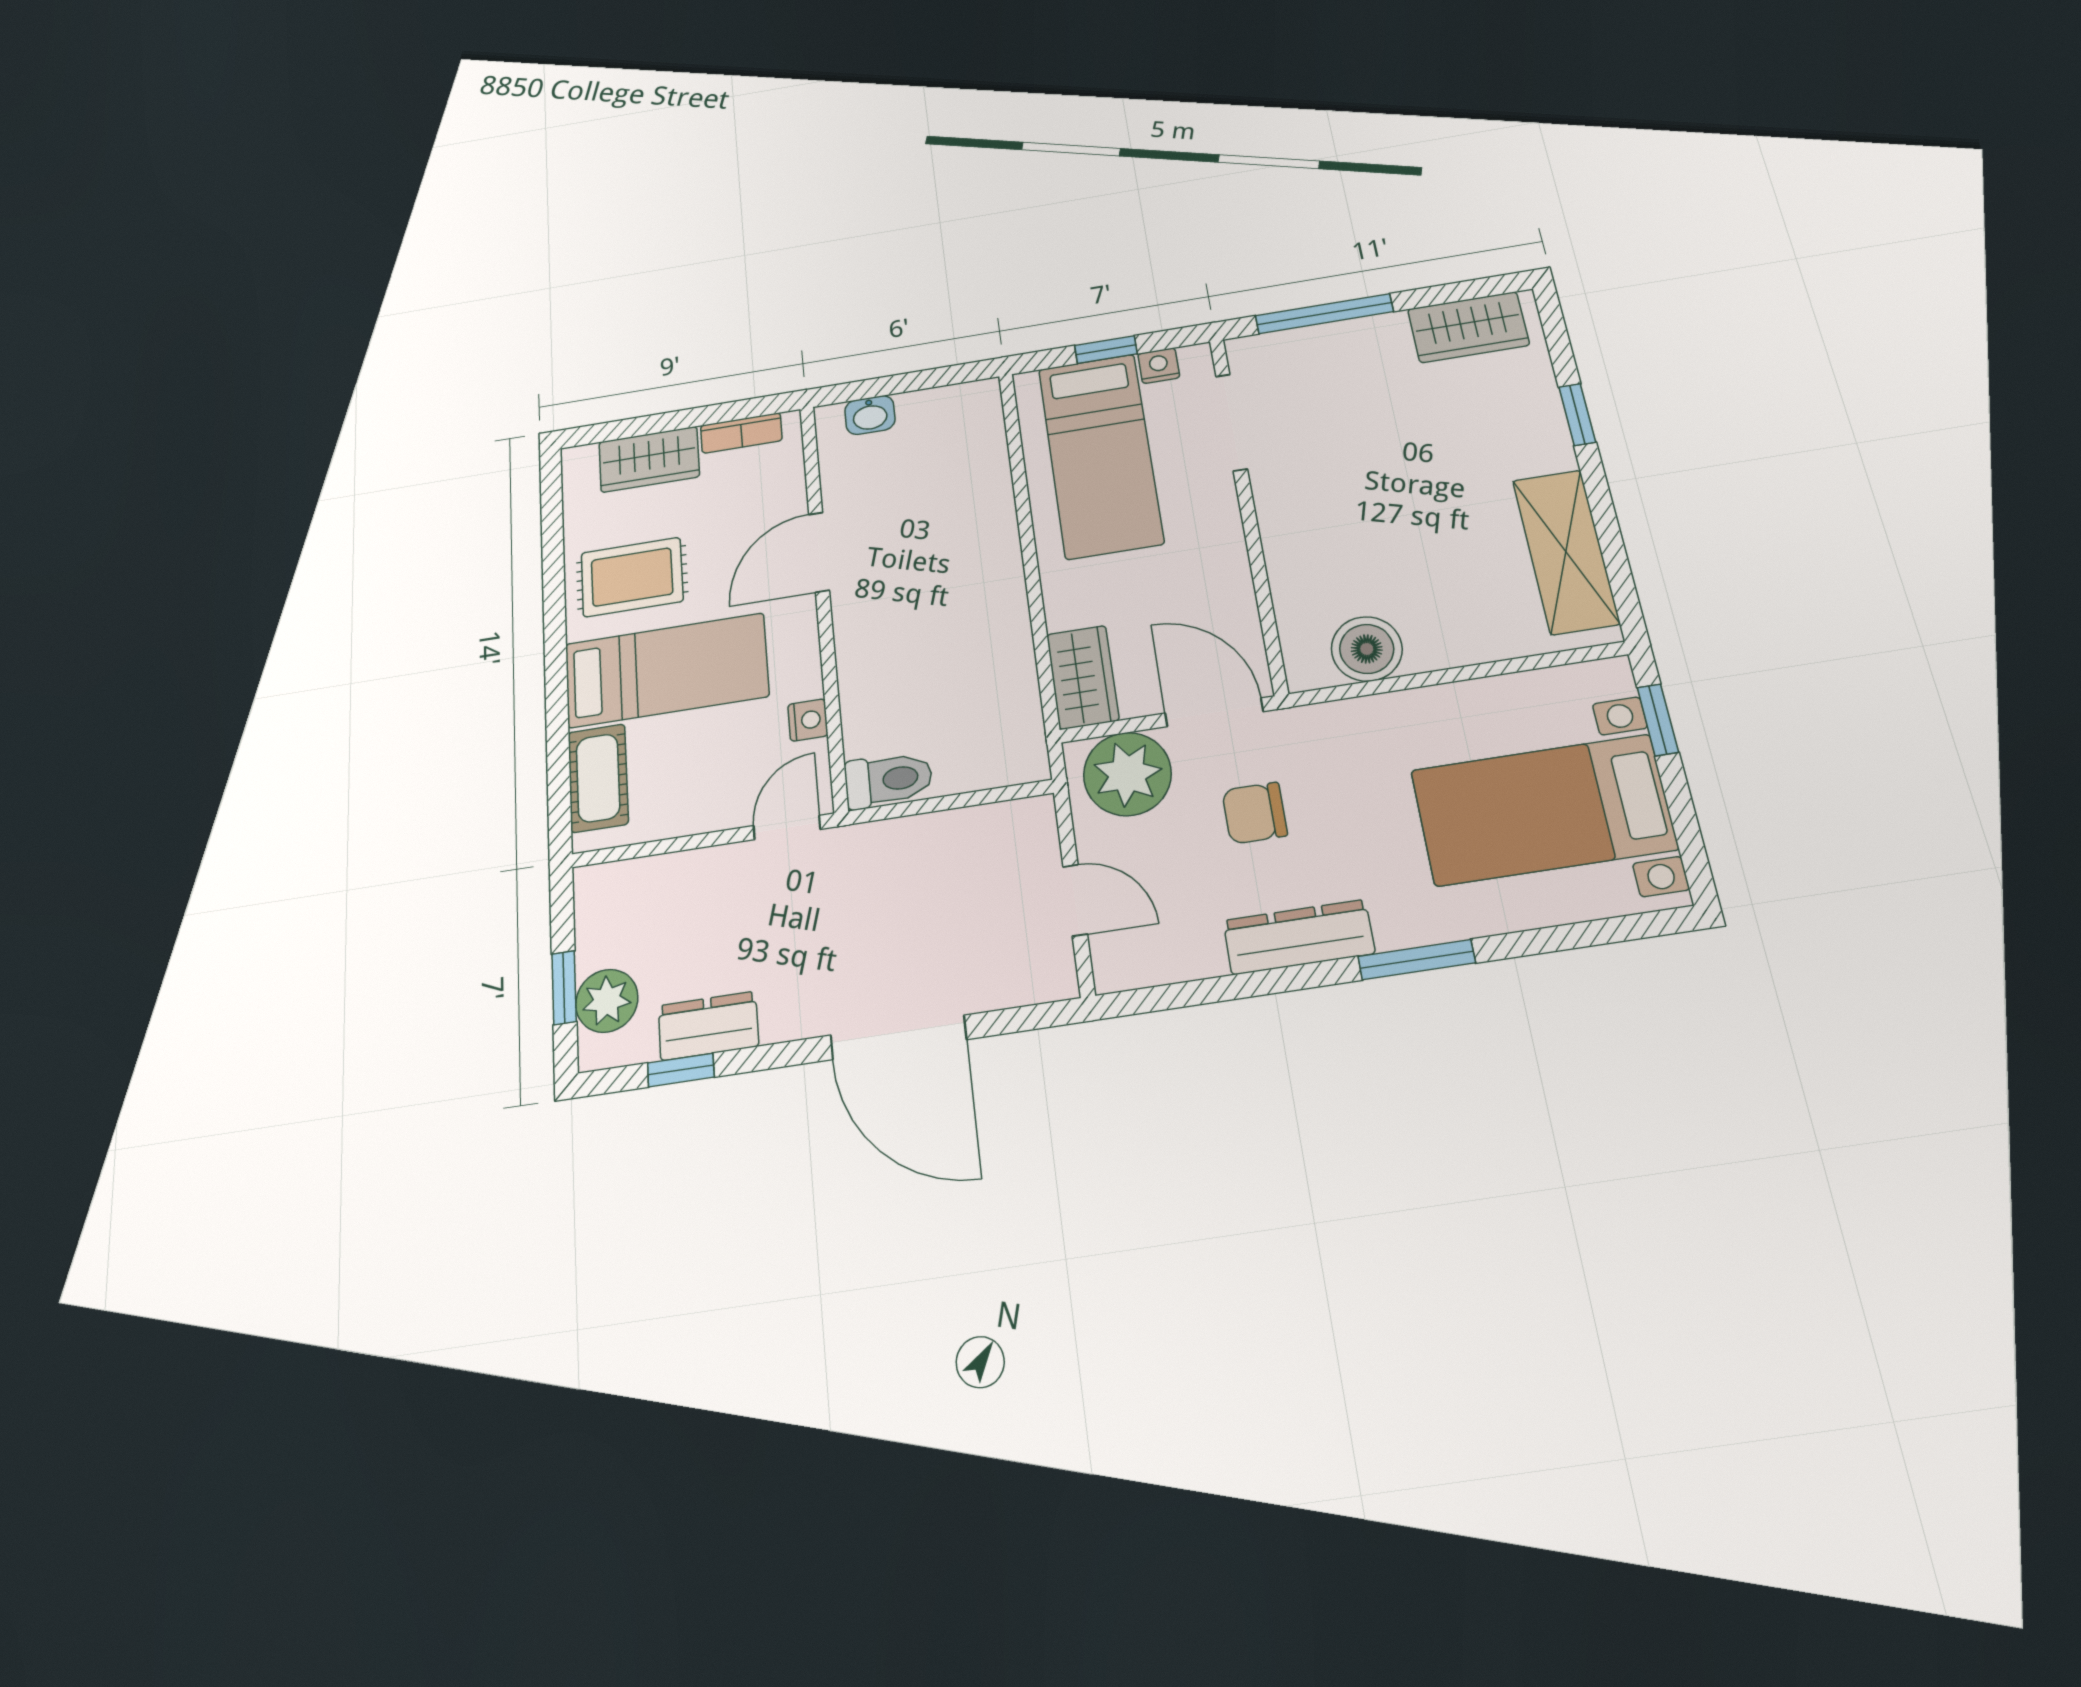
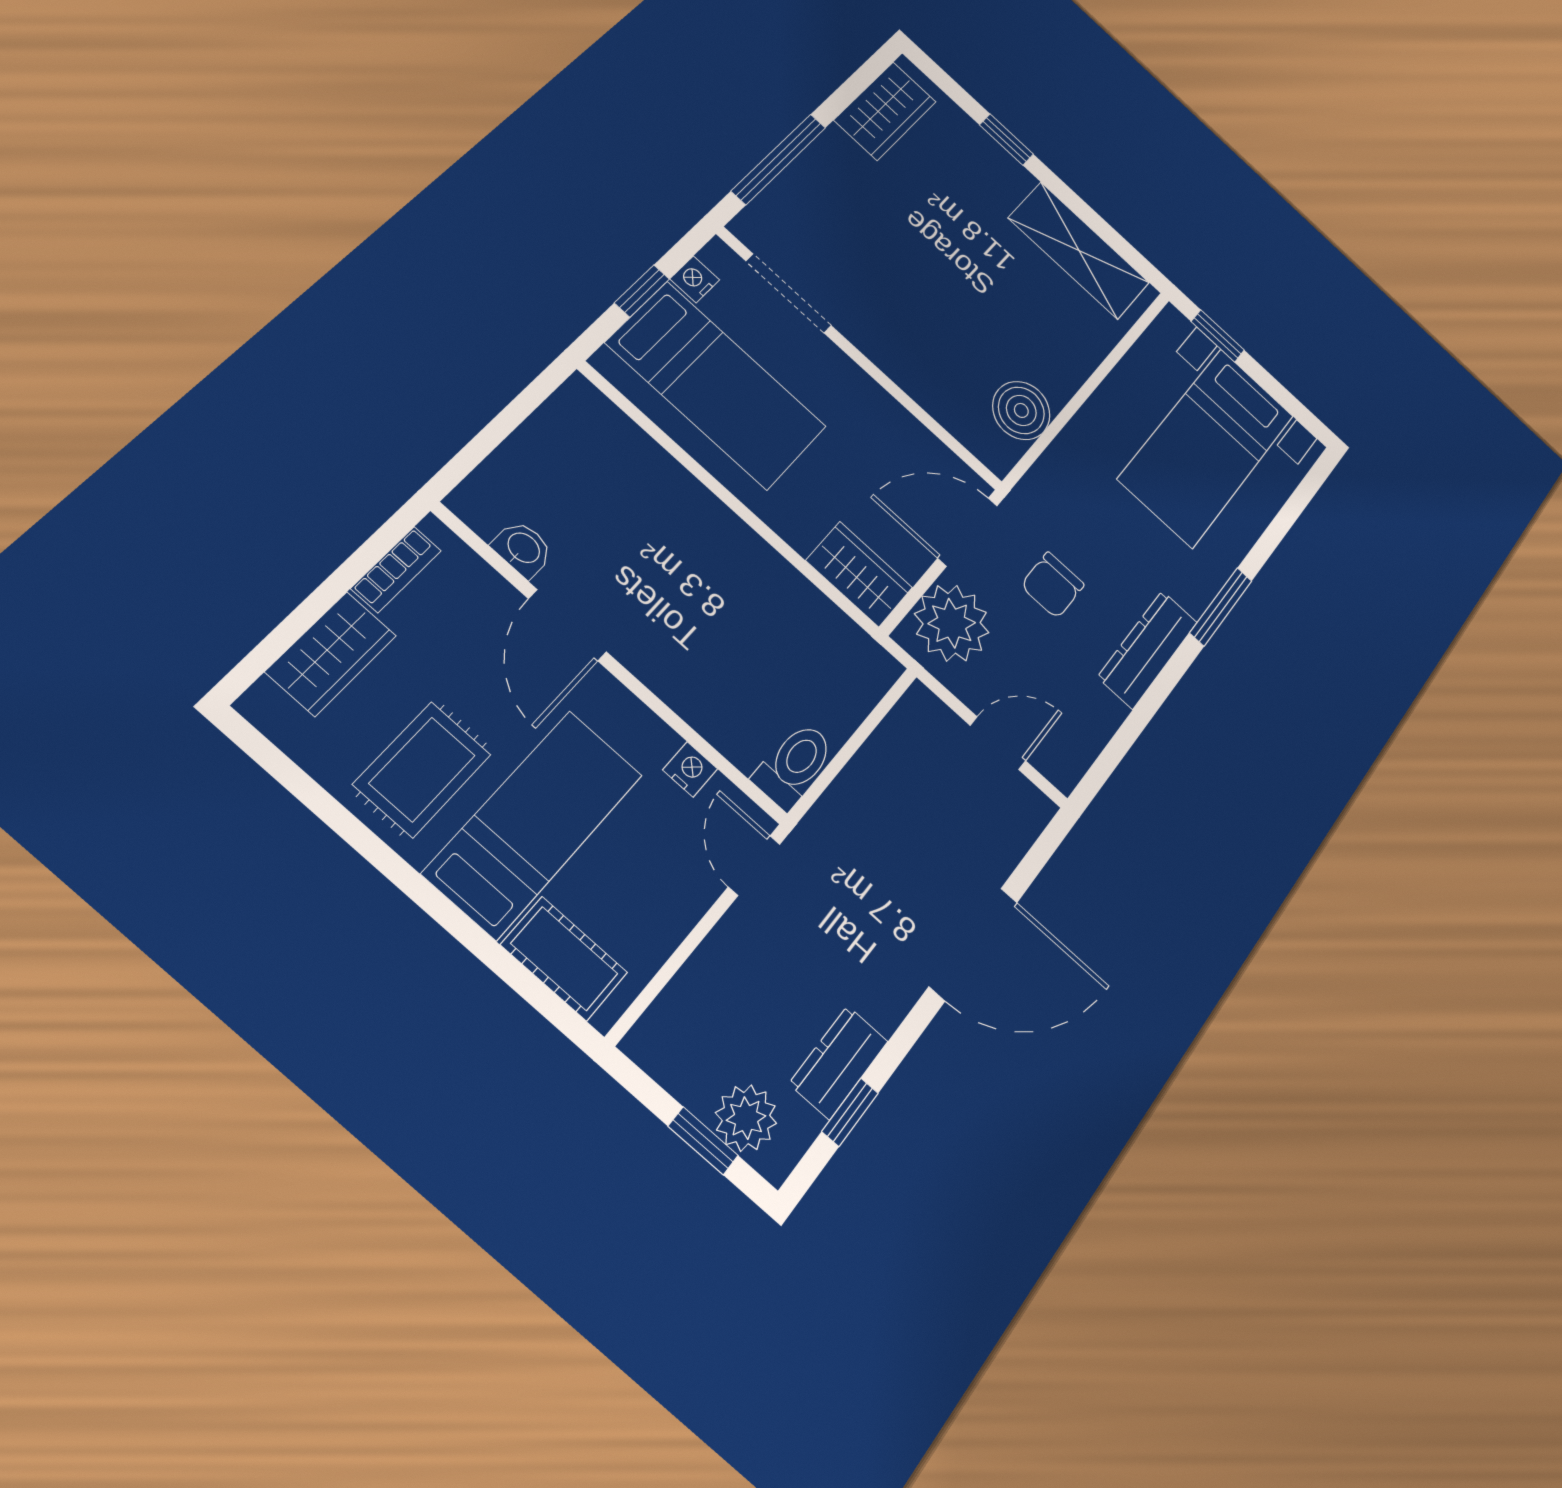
washbasin: (870, 415) -> (523, 549), moved, turned -90

